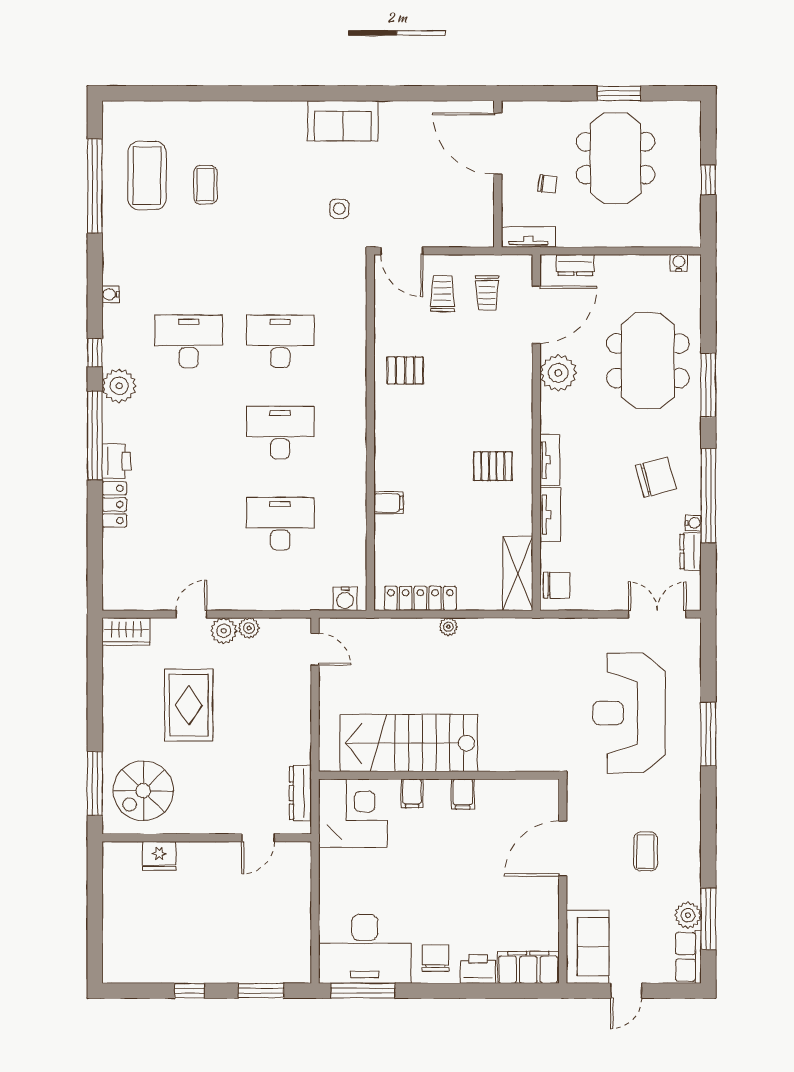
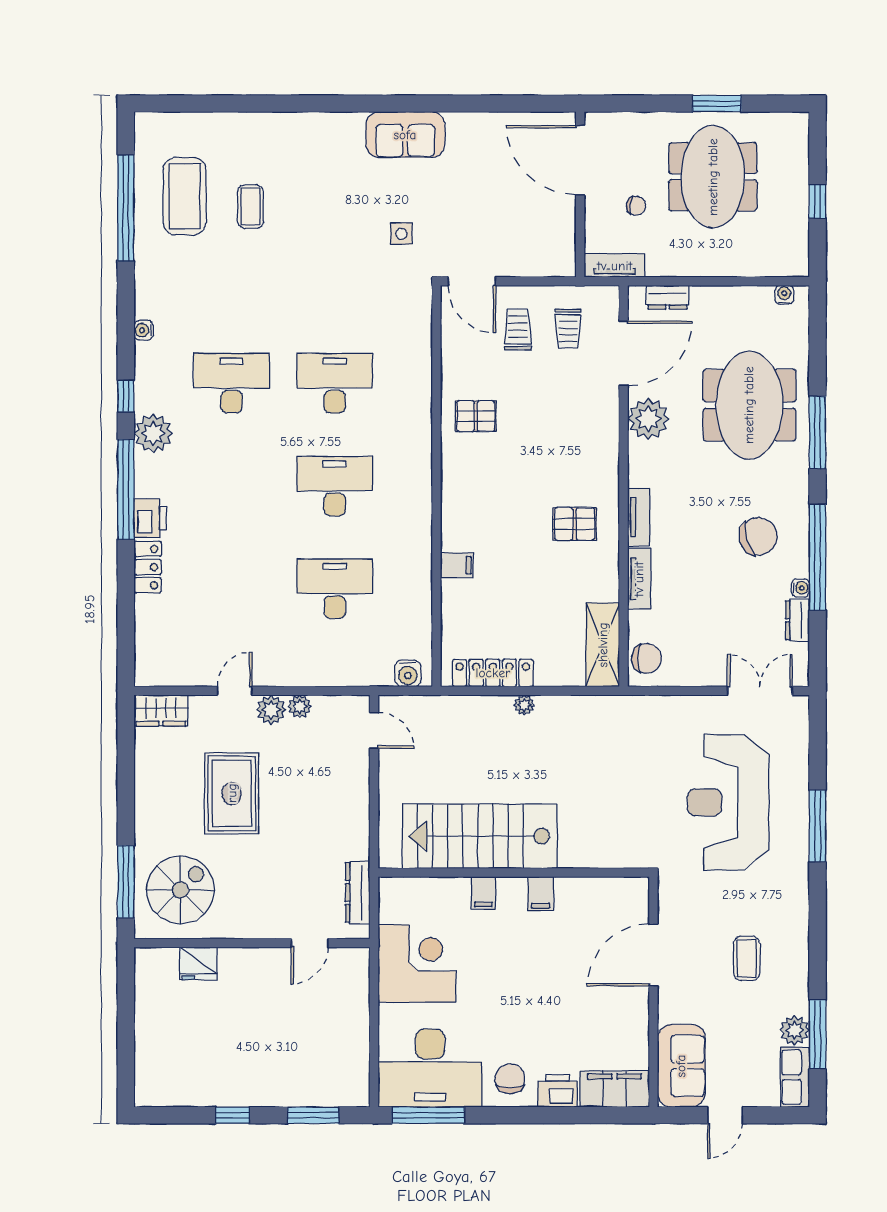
spiral stairs: (143, 791) -> (180, 890), turned 180
corner desk: (353, 813) -> (417, 963), moved

